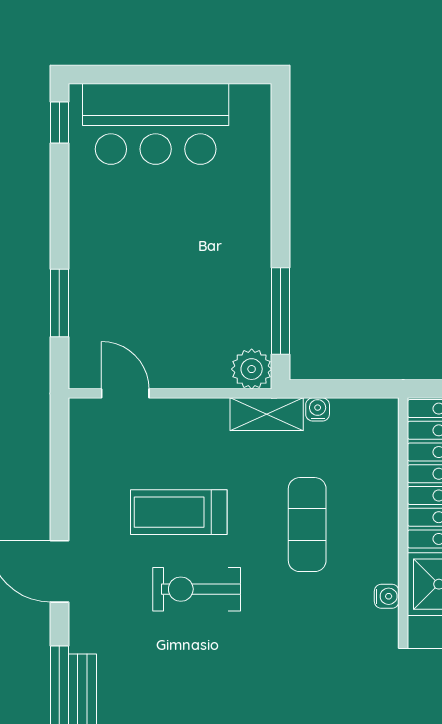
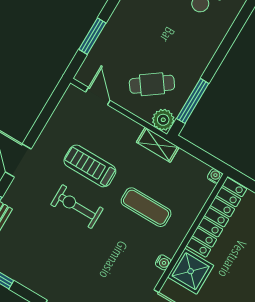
cafe table: (200, 323) -> (152, 84), added
water cooler: (318, 409) -> (215, 176), moved
exercise mat: (307, 525) -> (146, 207), turned 90

